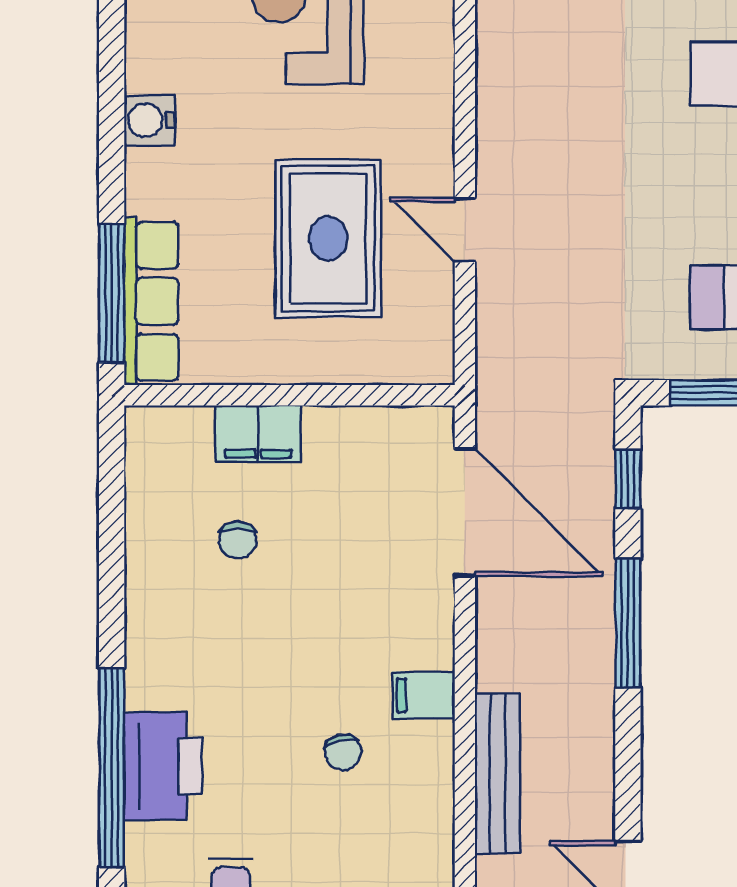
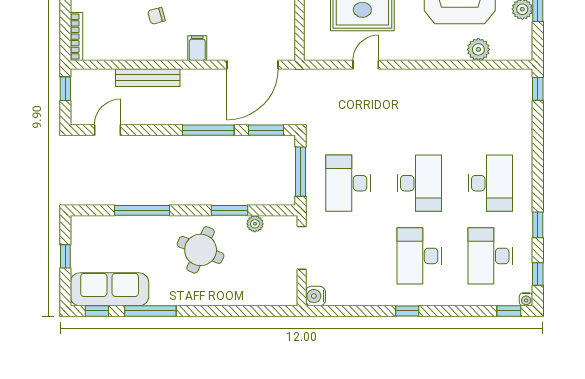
window: (628, 479) -> (266, 130), width x1.50
filing cabinet: (424, 695) -> (197, 48), moved

